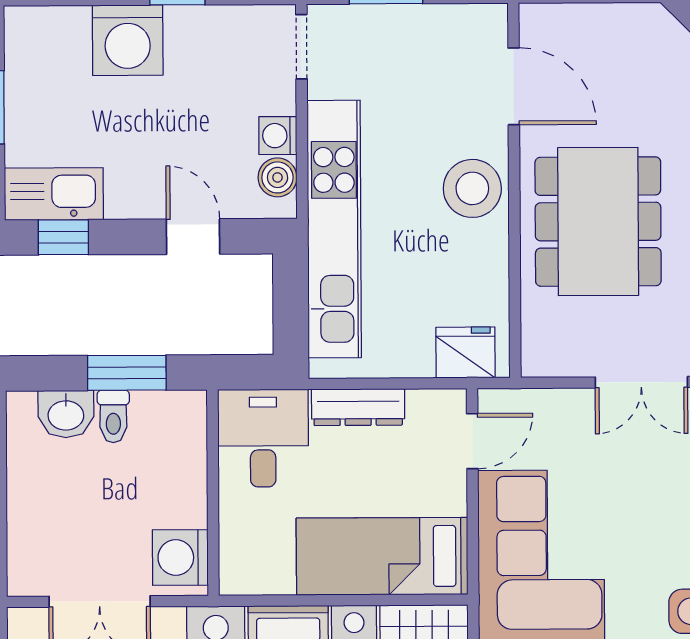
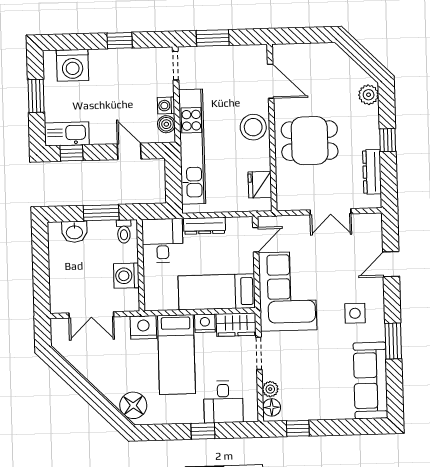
washing machine: (128, 40) -> (73, 65), moved
dining table: (598, 222) -> (310, 141), width x0.73
fridge: (466, 353) -> (260, 185), moved, turned -90
toilet: (113, 416) -> (124, 232), moved
washing machine: (180, 557) -> (126, 276), moved

